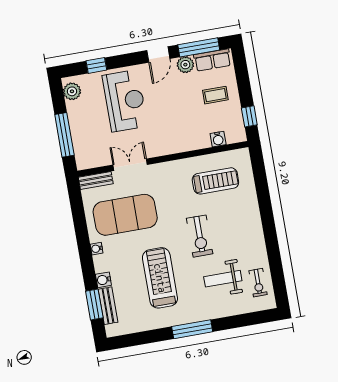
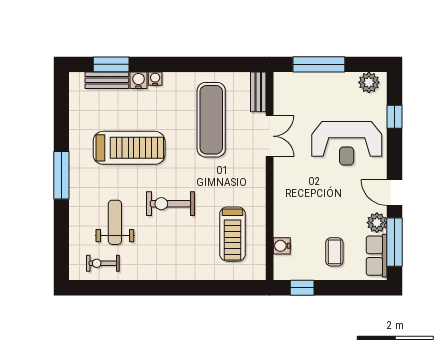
exercise mat: (125, 215) -> (211, 120), width x0.68
water cooler: (97, 249) -> (155, 79), moved

